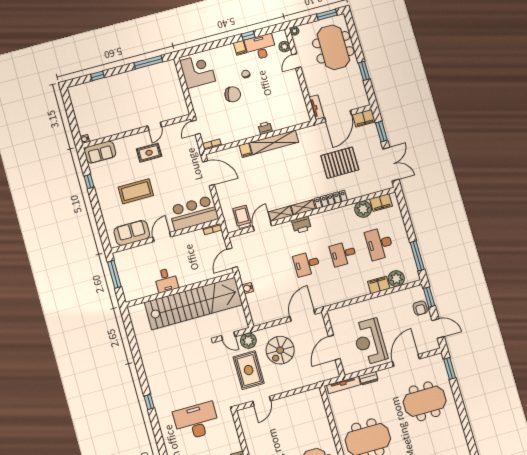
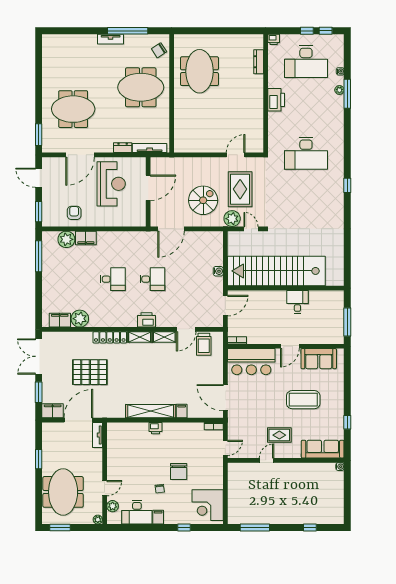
window: (248, 36) -> (184, 527), moved
chair: (233, 94) -> (179, 471), turned -105
sofa: (100, 152) -> (323, 449), width x1.36
desk: (379, 244) -> (73, 279), removed
armchair: (420, 308) -> (74, 213), moved

